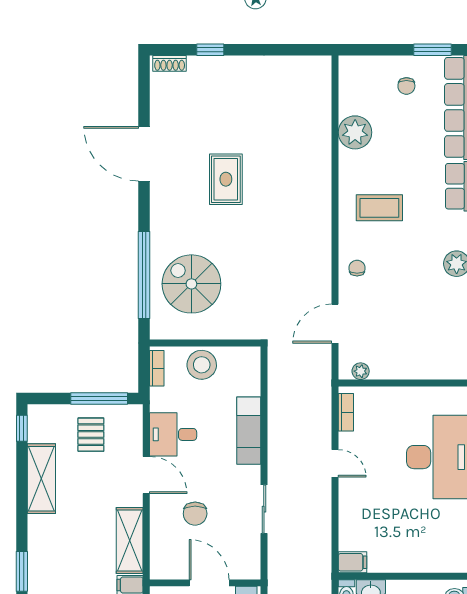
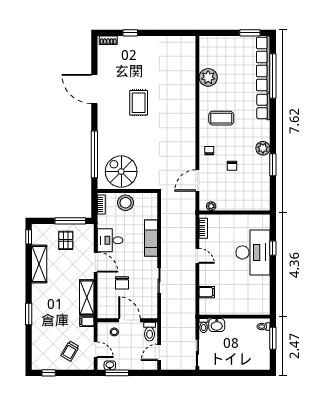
chair: (406, 86) -> (232, 166), moved
spiral stairs: (191, 284) -> (121, 172), moved
filing cabinet: (353, 562) -> (207, 292), moved

